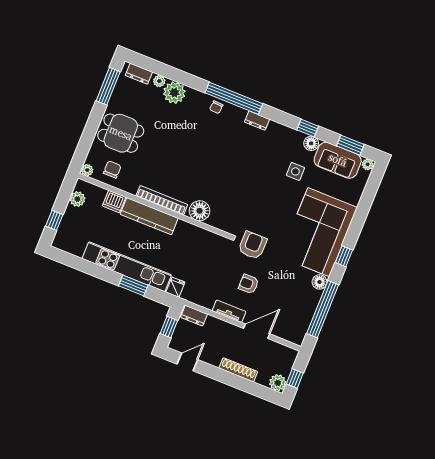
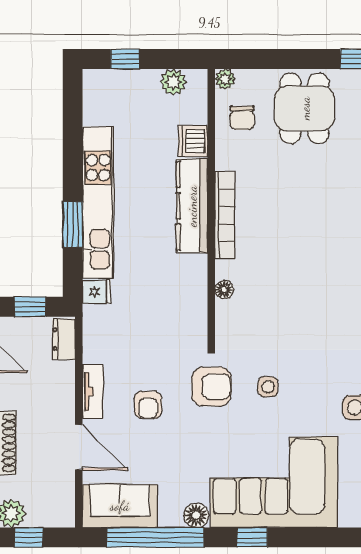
chair: (112, 169) -> (242, 118), turned 90
floor lamp: (200, 211) -> (224, 290), width x0.53, depth x0.53
side table: (265, 214) -> (268, 387), added
armchair: (249, 284) -> (148, 405), turned 180
sofa: (298, 322) -> (120, 506), added

